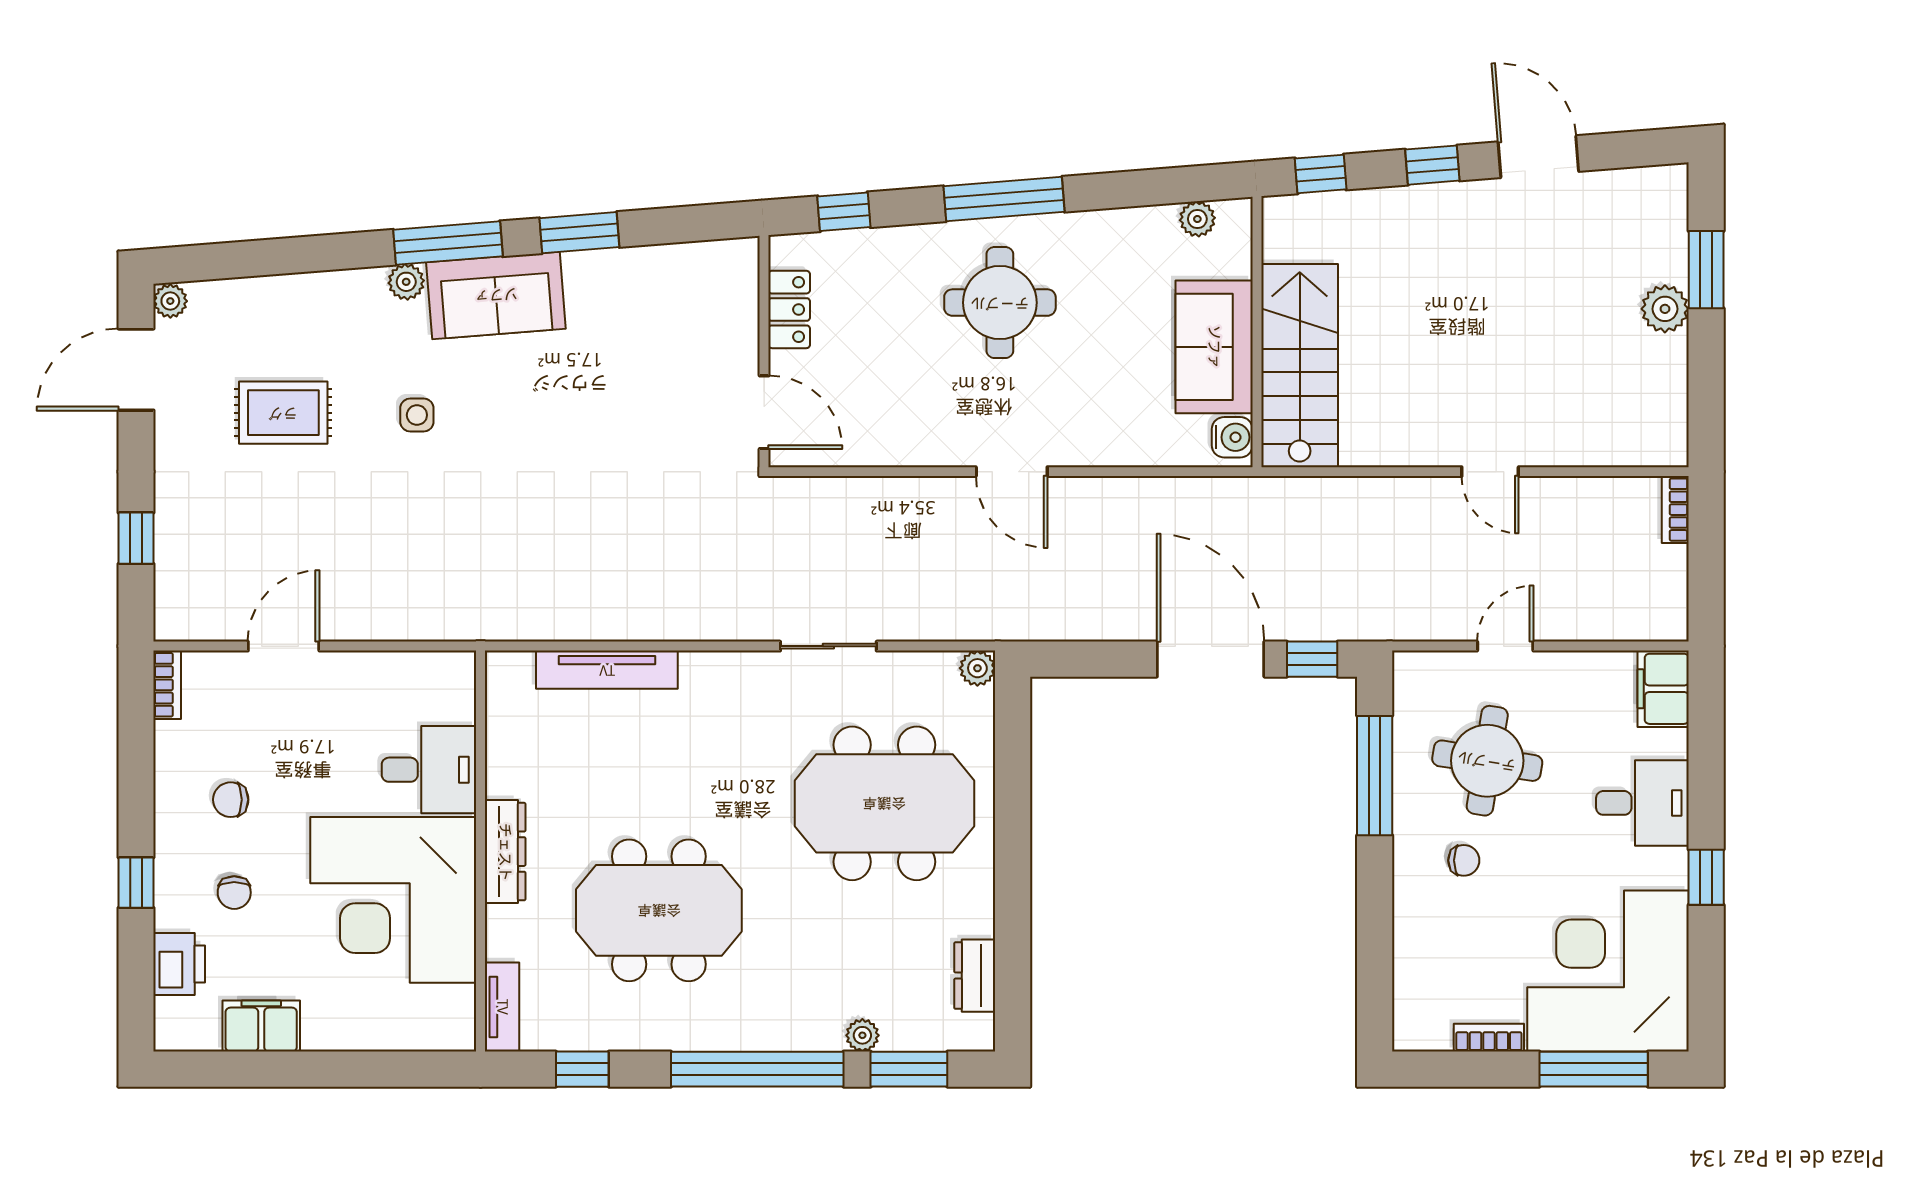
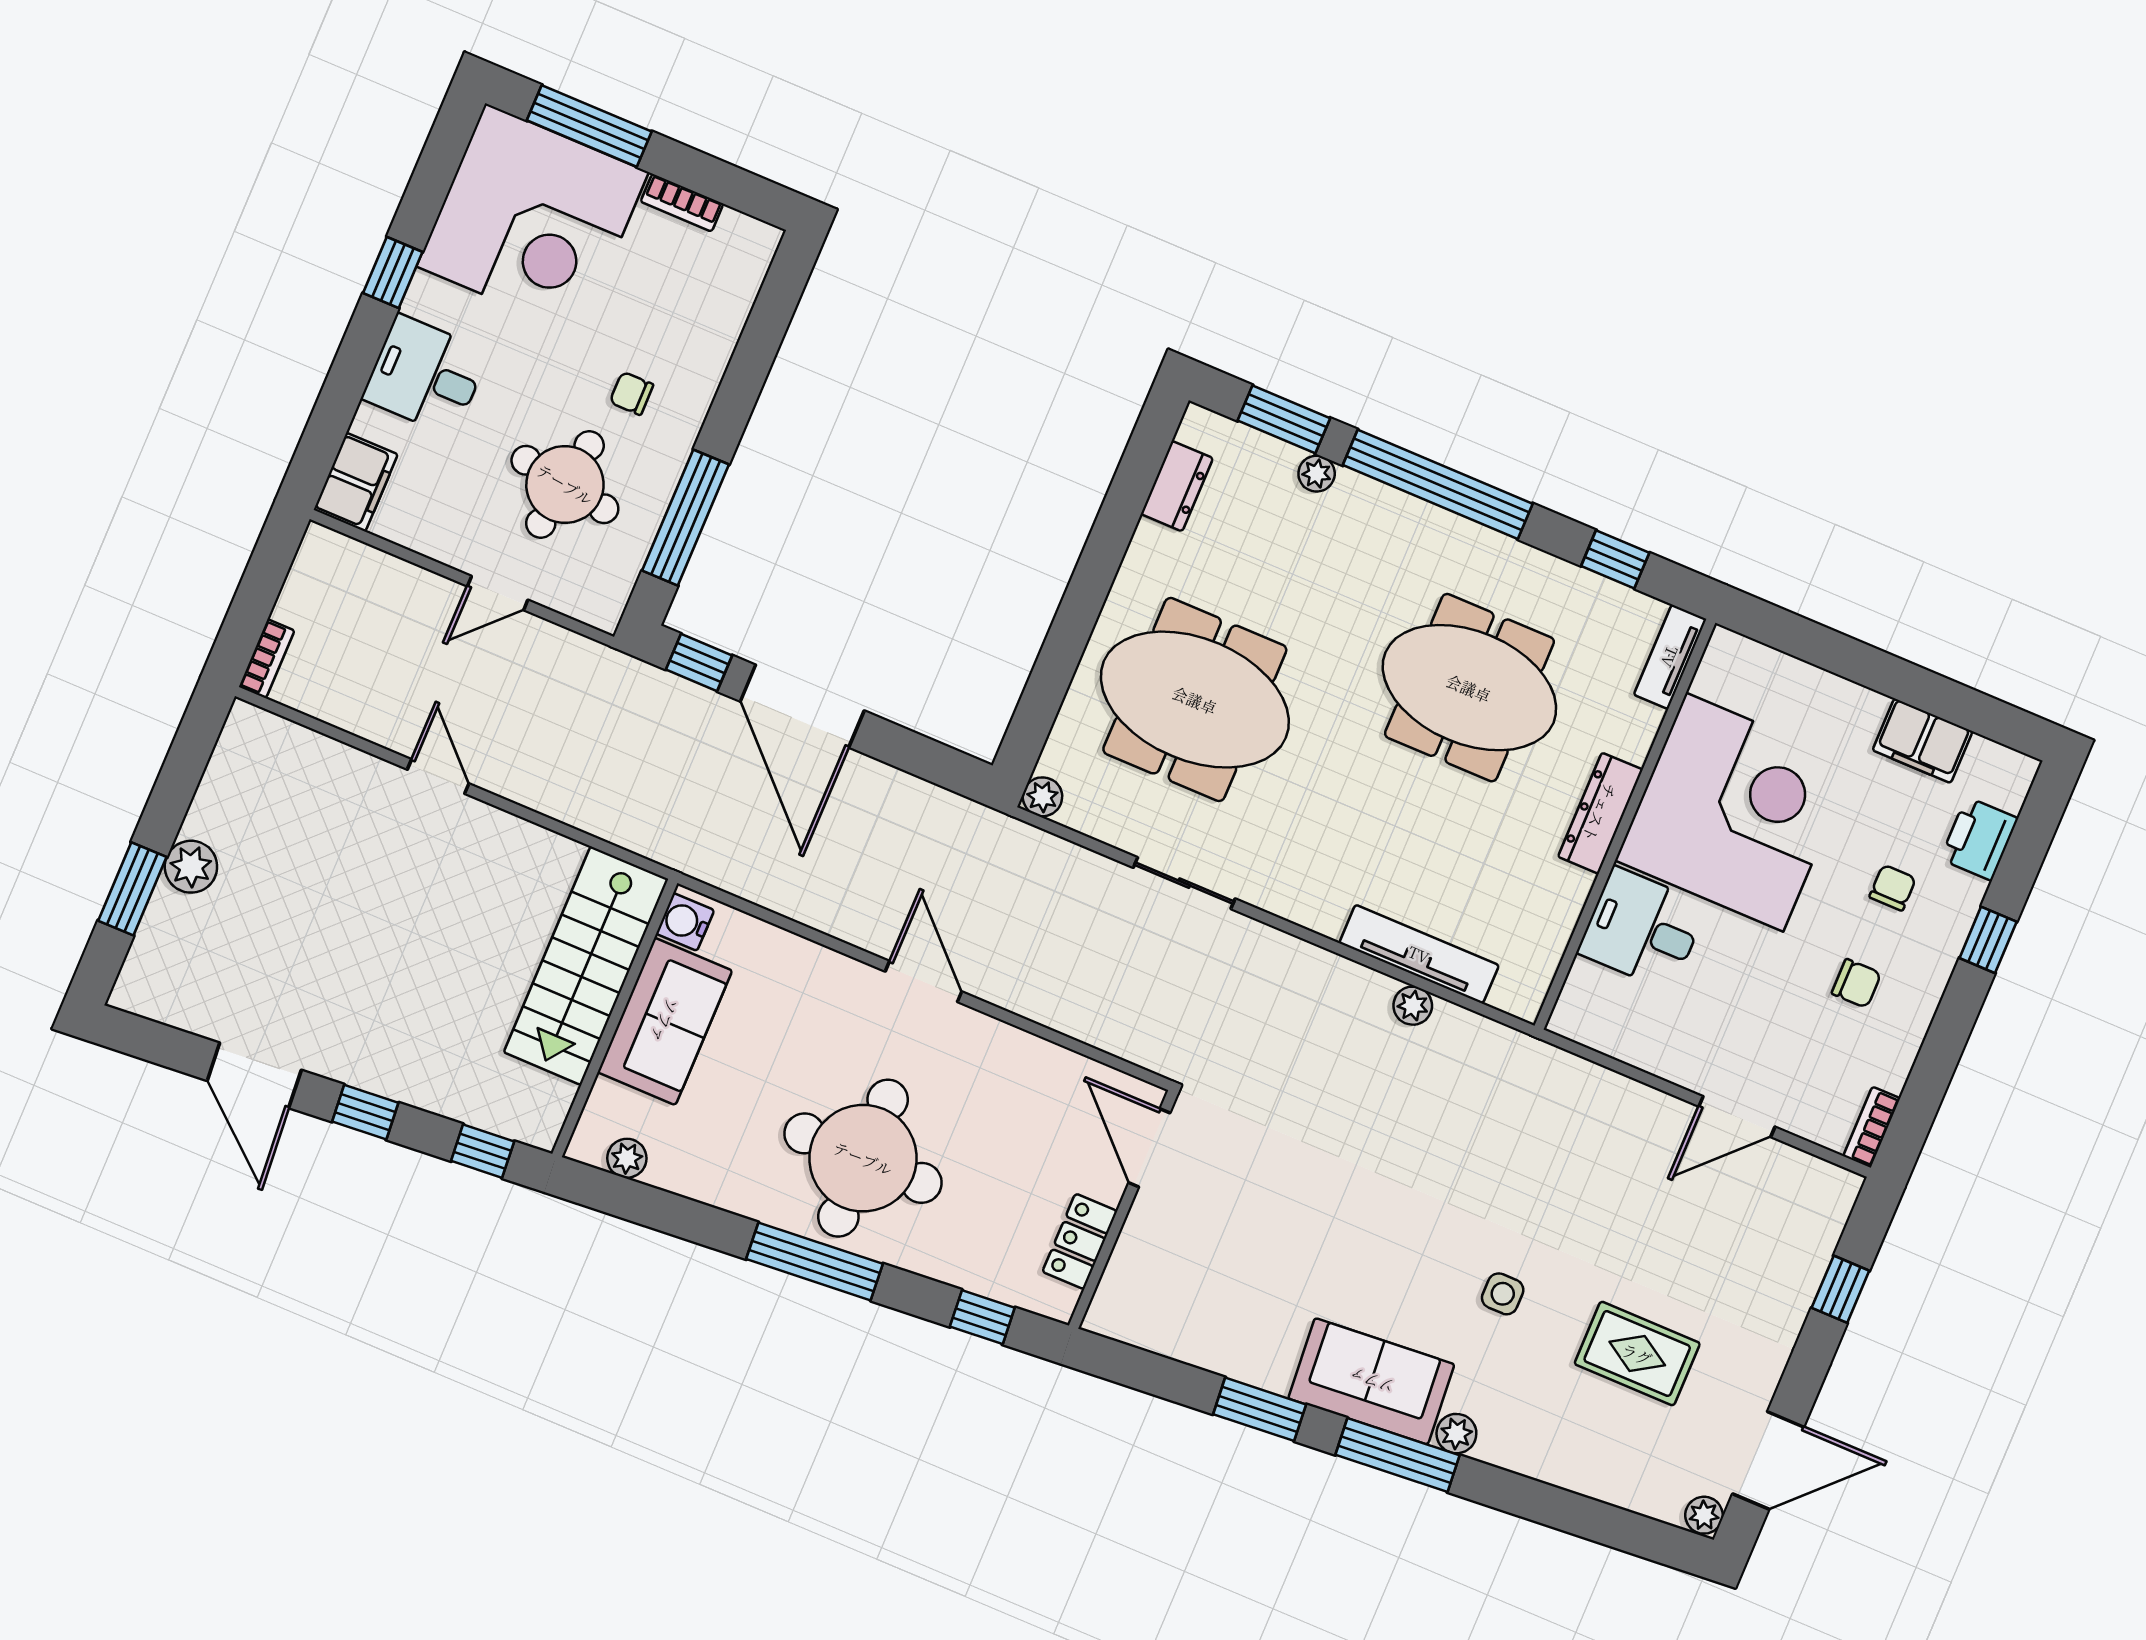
round table: (1000, 303) -> (863, 1158), width x1.36, depth x1.36
plant: (594, 624) -> (1413, 1006), added

